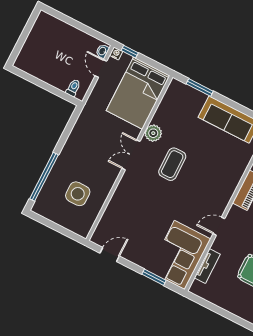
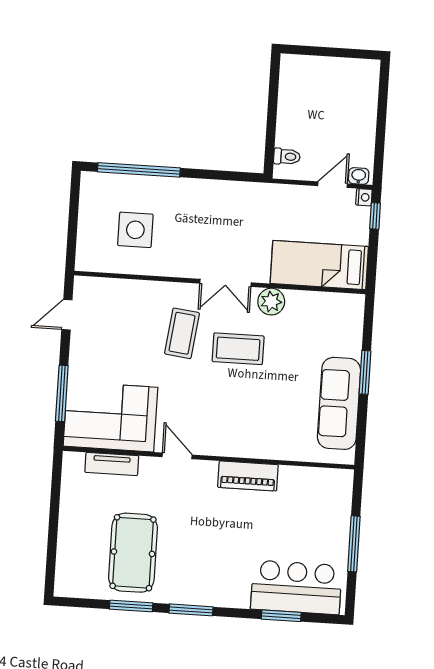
window: (200, 87) -> (365, 372), moved
bed: (138, 93) -> (319, 265), width x0.67
double door: (131, 155) -> (226, 283), swing flipped
coffee table: (149, 193) -> (182, 333), added
door: (110, 255) -> (67, 315), swing flipped
window: (154, 277) -> (62, 393), width x1.44

